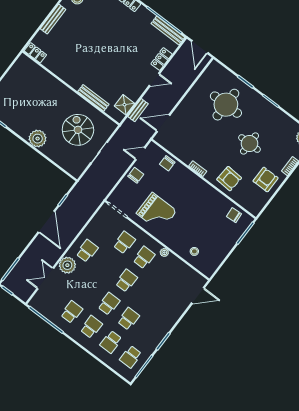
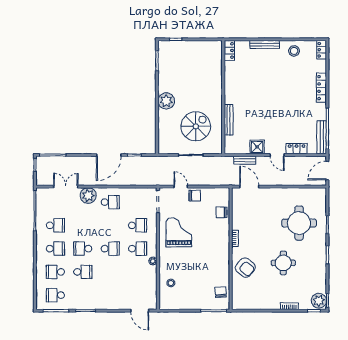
shower: (124, 105) -> (257, 147), moved
door: (140, 154) -> (181, 187), moved
armchair: (229, 179) -> (245, 268), turned -54
armchair: (266, 180) -> (265, 295), removed
grand piano: (157, 212) -> (179, 232), turned 180
school desk: (109, 304) -> (83, 249), turned 180

